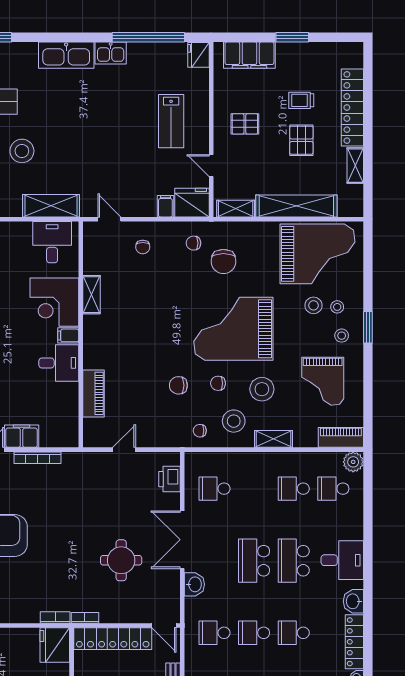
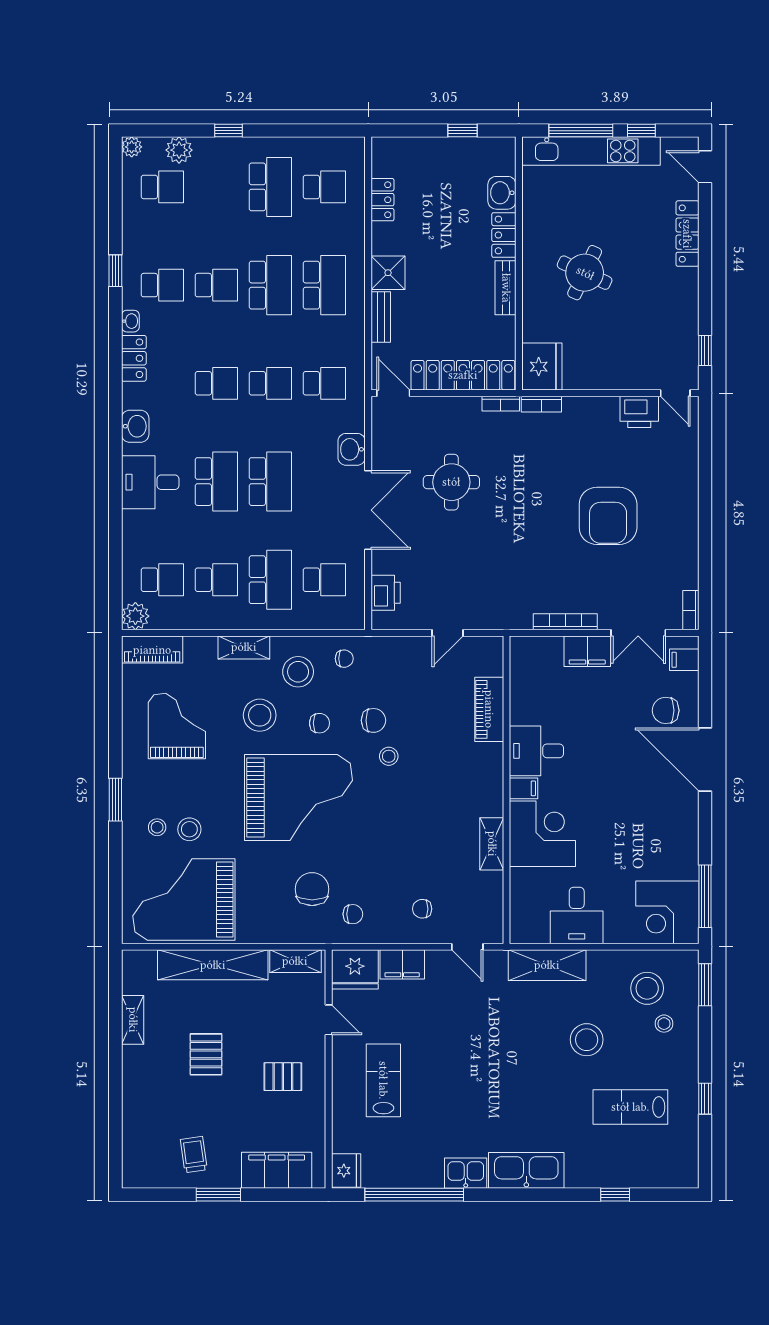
trolley: (301, 100) -> (194, 1155), moved, turned -98
locker: (352, 107) -> (136, 1099), removed
filing cabinet: (165, 206) -> (402, 964), width x2.00
desk: (52, 242) -> (577, 915), moved
chair: (143, 247) -> (422, 909), turned -90
stool: (342, 336) -> (389, 756), moved
school desk: (254, 489) -> (270, 580), added
locker: (354, 642) -> (134, 358), width x0.66

